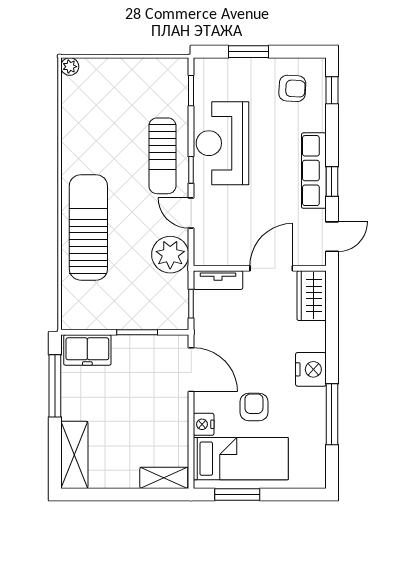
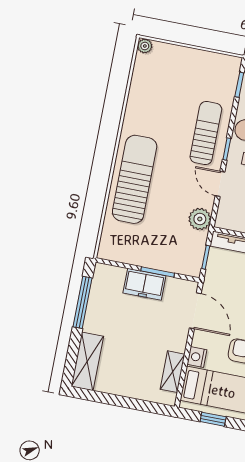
sun lounger: (162, 156) -> (206, 133), turned 180
plant: (170, 255) -> (200, 219), width x0.73, depth x0.73
freezer: (87, 350) -> (144, 284), moved
shelving: (164, 478) -> (172, 372), moved, turned 90
window: (237, 495) -> (213, 419), width x0.67

